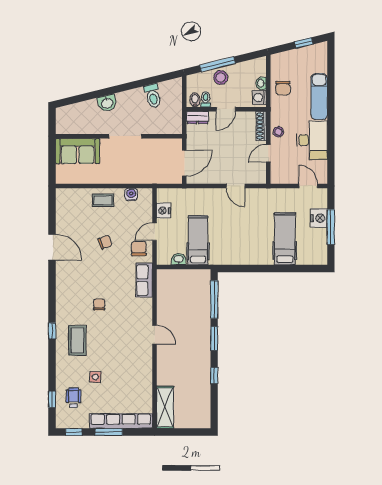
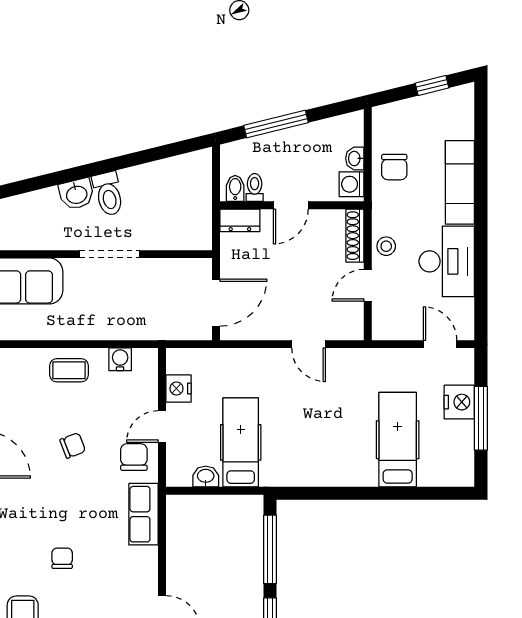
stool: (221, 77) -> (282, 148), removed
toilet: (153, 96) -> (108, 194), moved

